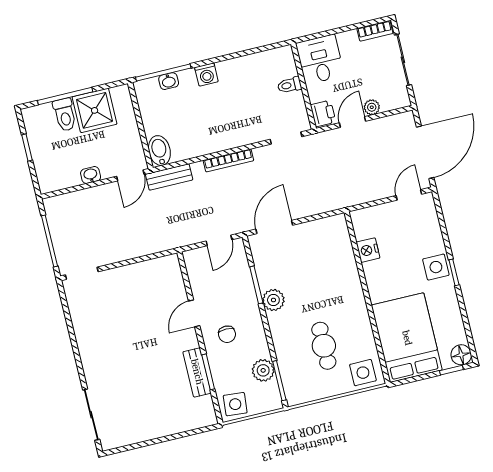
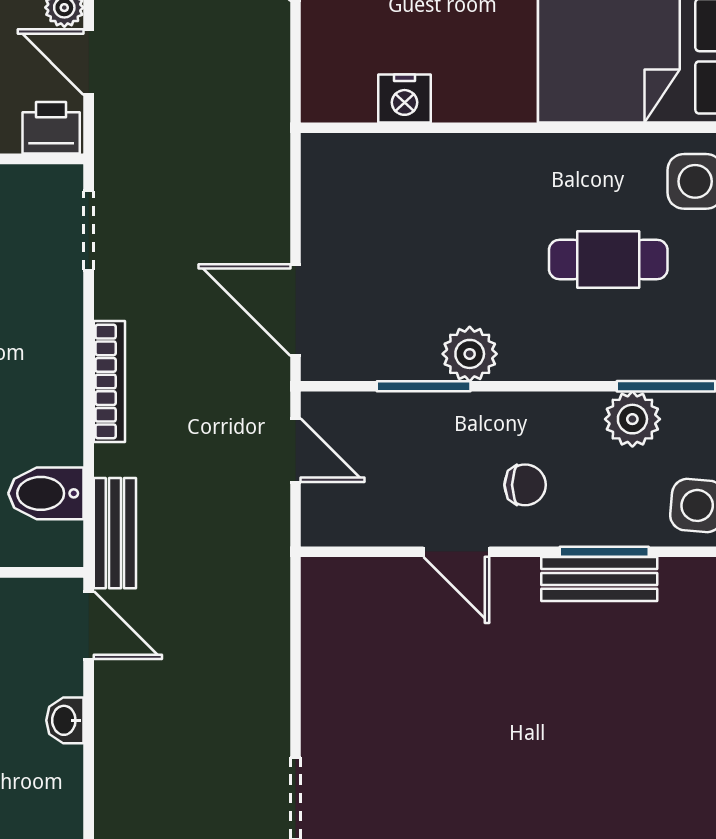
bidet: (159, 151) -> (46, 493), moved

